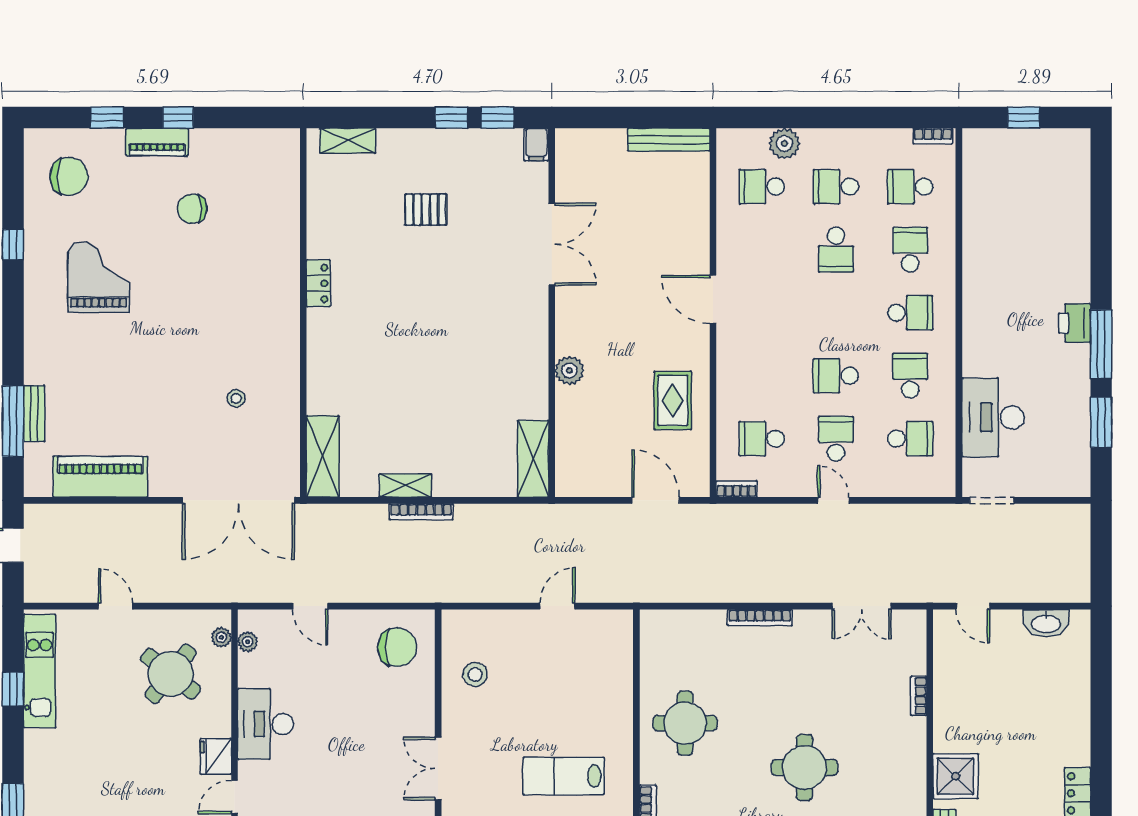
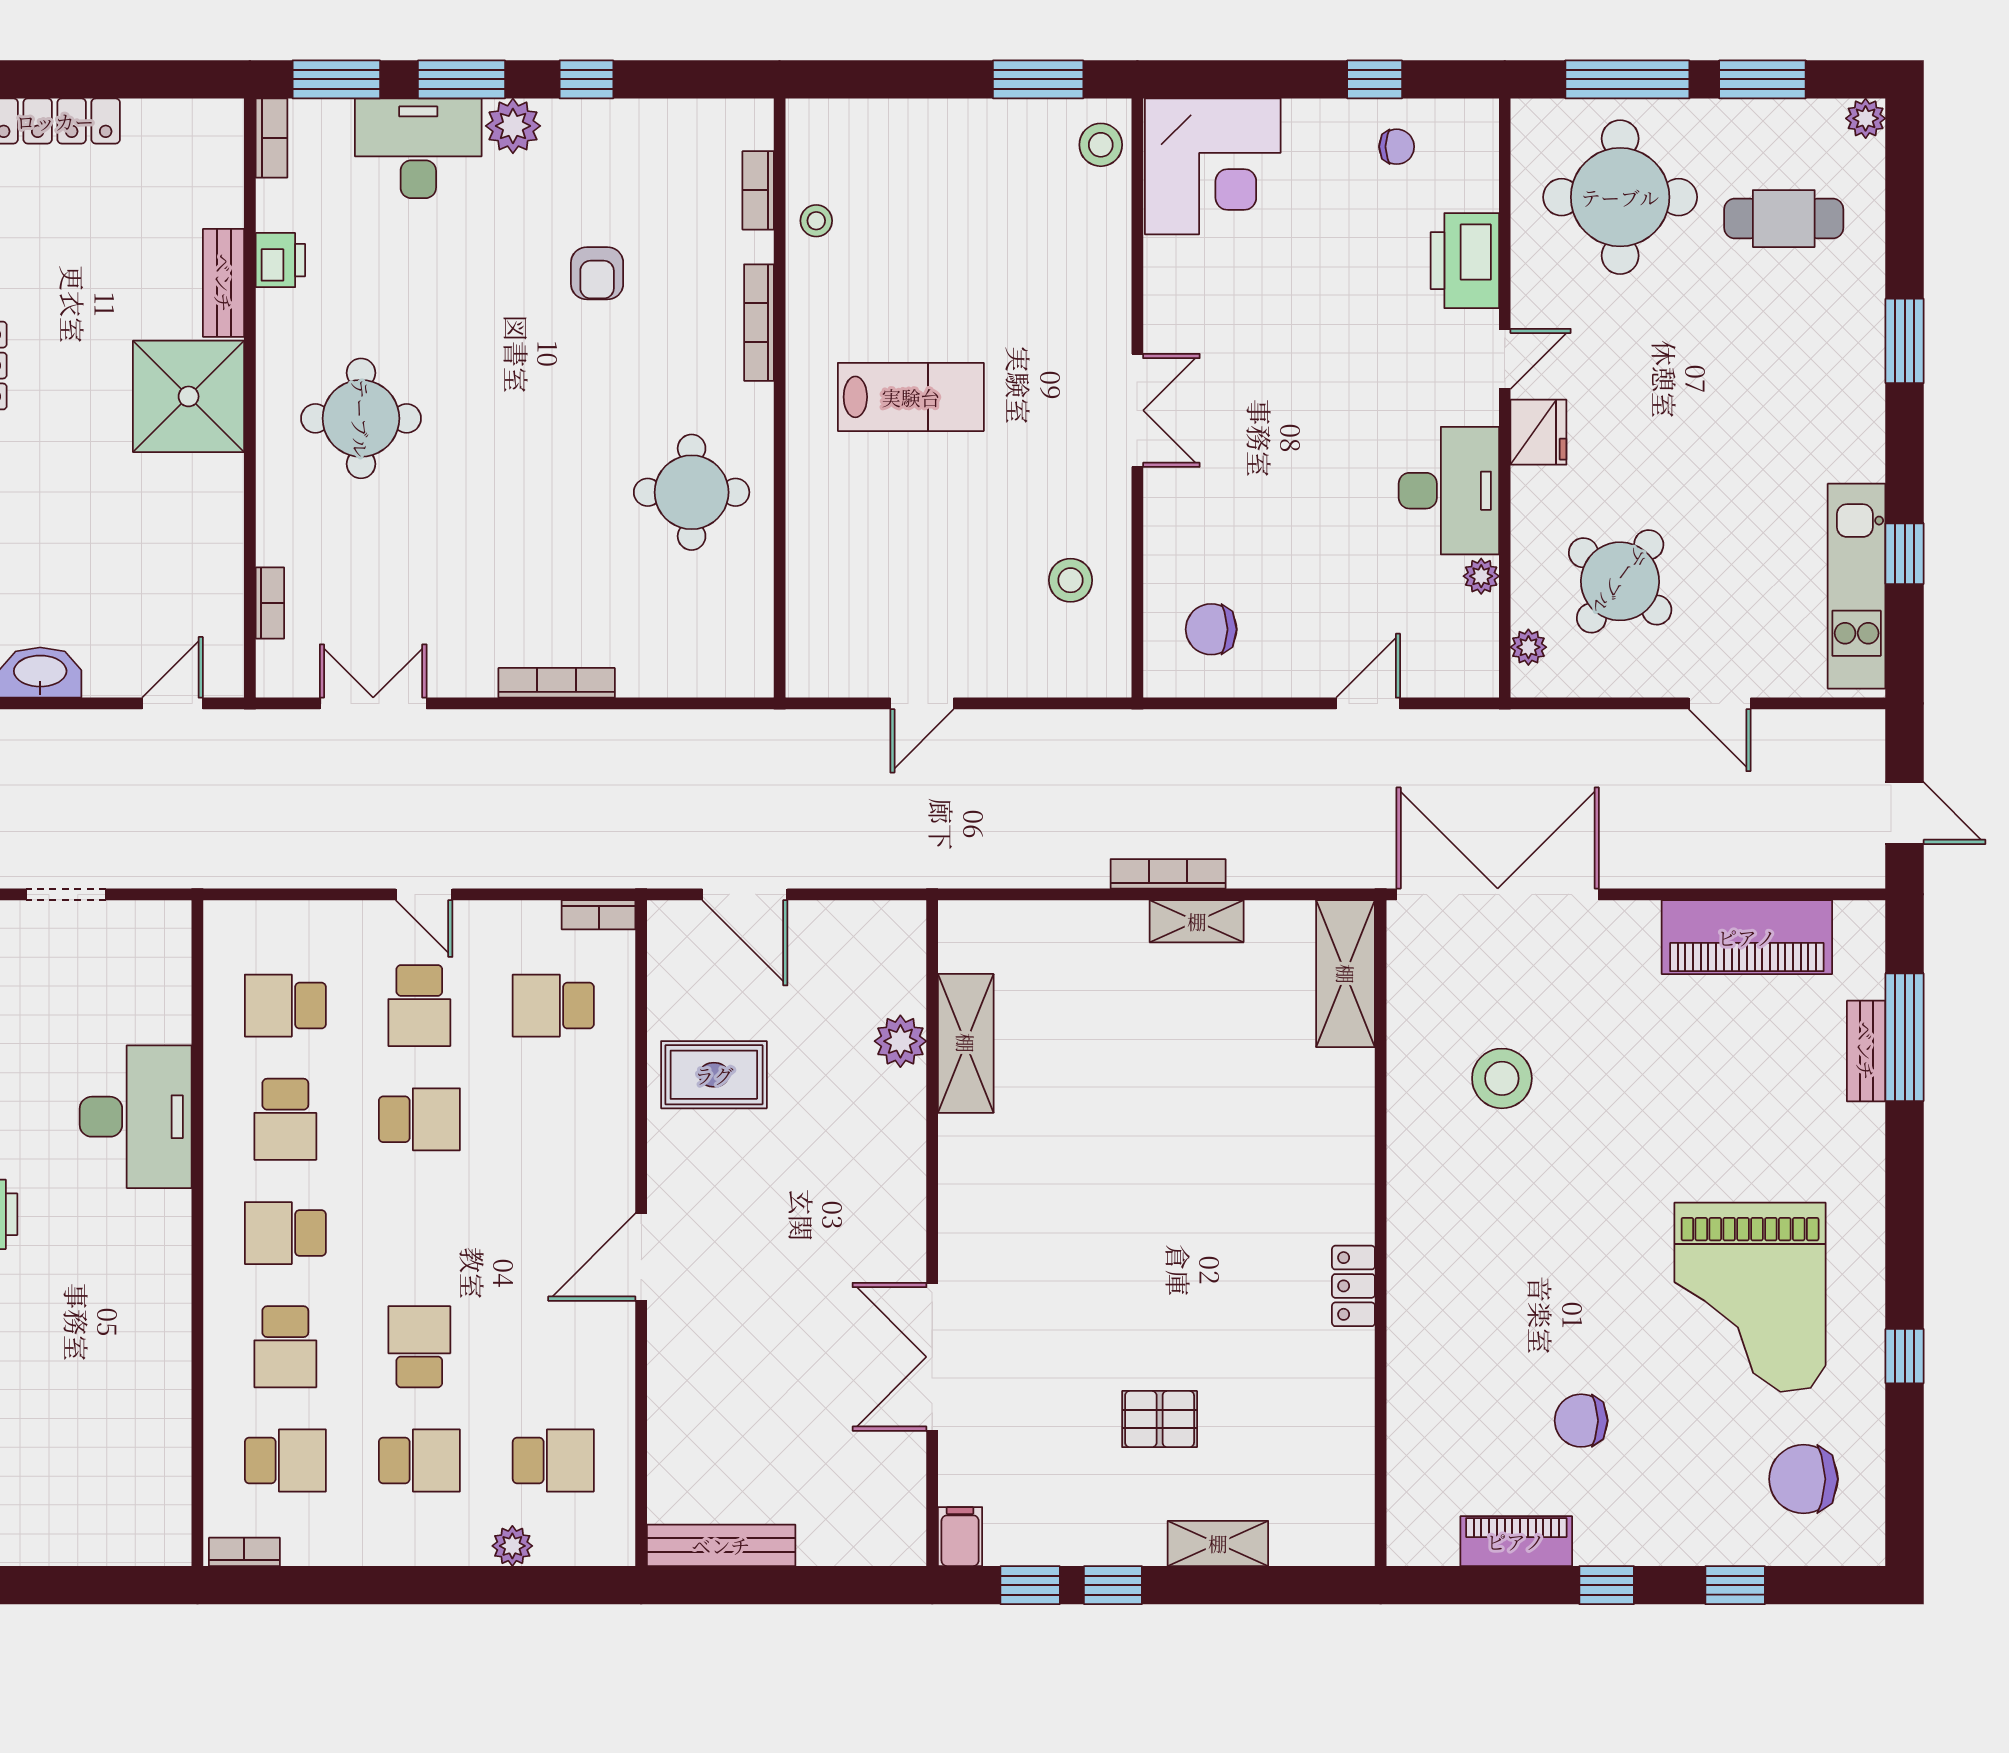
window: (1024, 118) -> (80, 1585), removed
shelving: (348, 141) -> (1218, 1543), moved
piano: (157, 142) -> (1516, 1541), moved
plant: (784, 143) -> (512, 1546), width x0.73, depth x0.73
chair: (192, 209) -> (1581, 1421), turned 180
grand piano: (99, 277) -> (1750, 1297), width x1.37, depth x1.48
door: (713, 299) -> (641, 1257), swing flipped
plant: (569, 371) -> (900, 1041), moved
stool: (236, 398) -> (1502, 1078), width x1.89, depth x1.89
rug: (673, 400) -> (714, 1075), turned 90
desk: (993, 417) -> (136, 1117), moved
school desk: (762, 439) -> (553, 1006), turned 180
shelving: (533, 459) -> (966, 1043), moved
doorway: (992, 500) -> (66, 894), moved
door: (310, 606) -> (1368, 703), hinge flipped
door: (973, 606) -> (172, 703), hinge flipped
plant: (248, 642) -> (1481, 576), moved
chair: (397, 647) -> (1211, 629), width x0.73, depth x0.73
bookcase: (919, 696) -> (270, 603), moved
round table: (805, 767) -> (361, 418), moved
shower: (956, 776) -> (189, 396), width x1.37, depth x1.37

